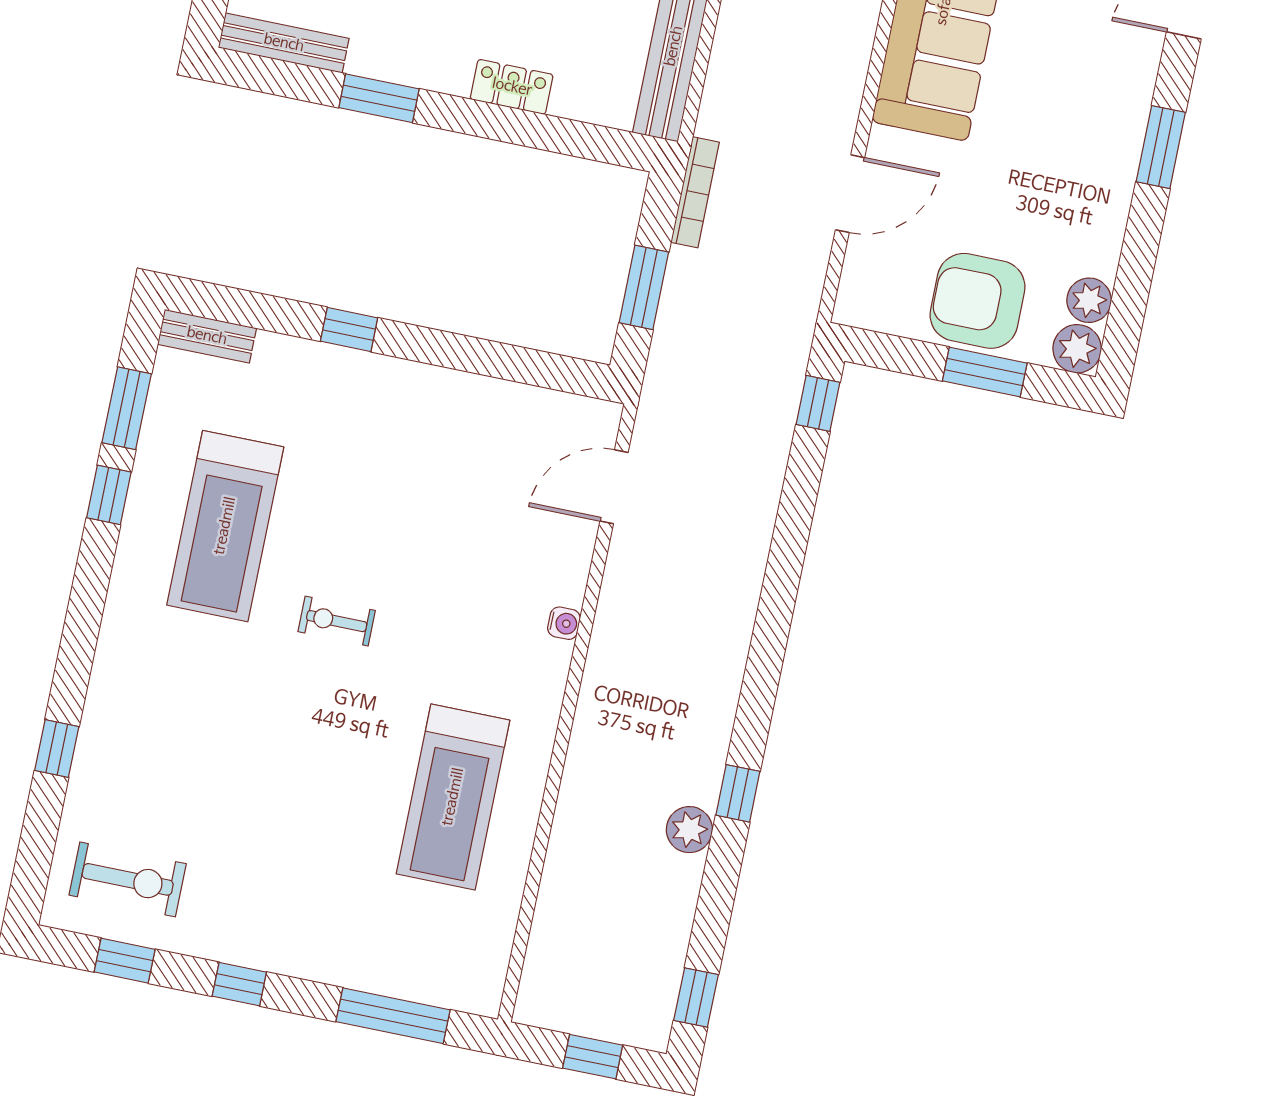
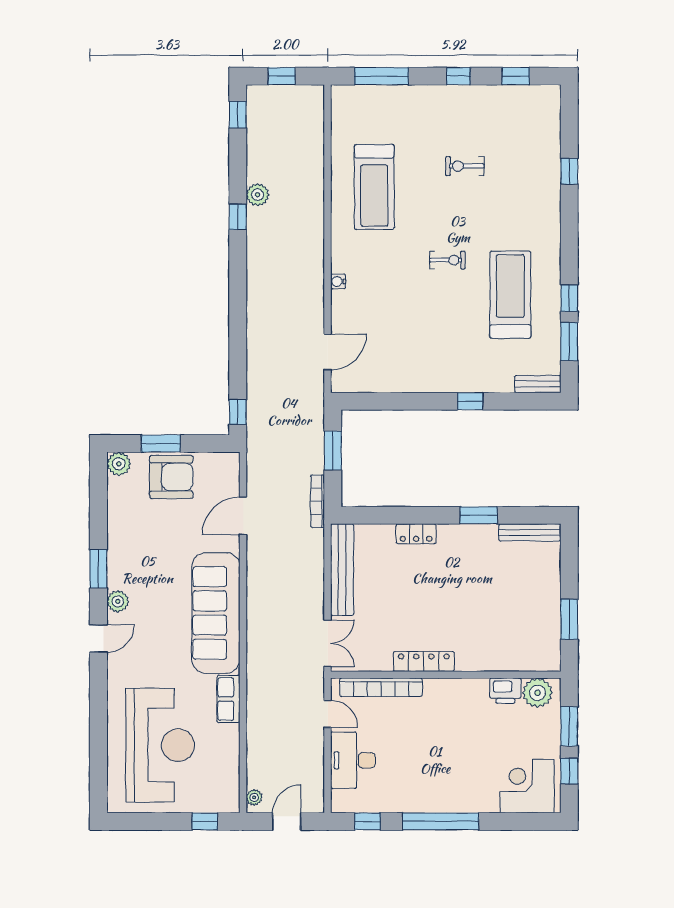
plant: (1089, 300) -> (118, 601), moved
treadmill: (453, 797) -> (374, 187), turned 180
exercise bike: (128, 879) -> (465, 166), moved, width x0.73, depth x0.72

